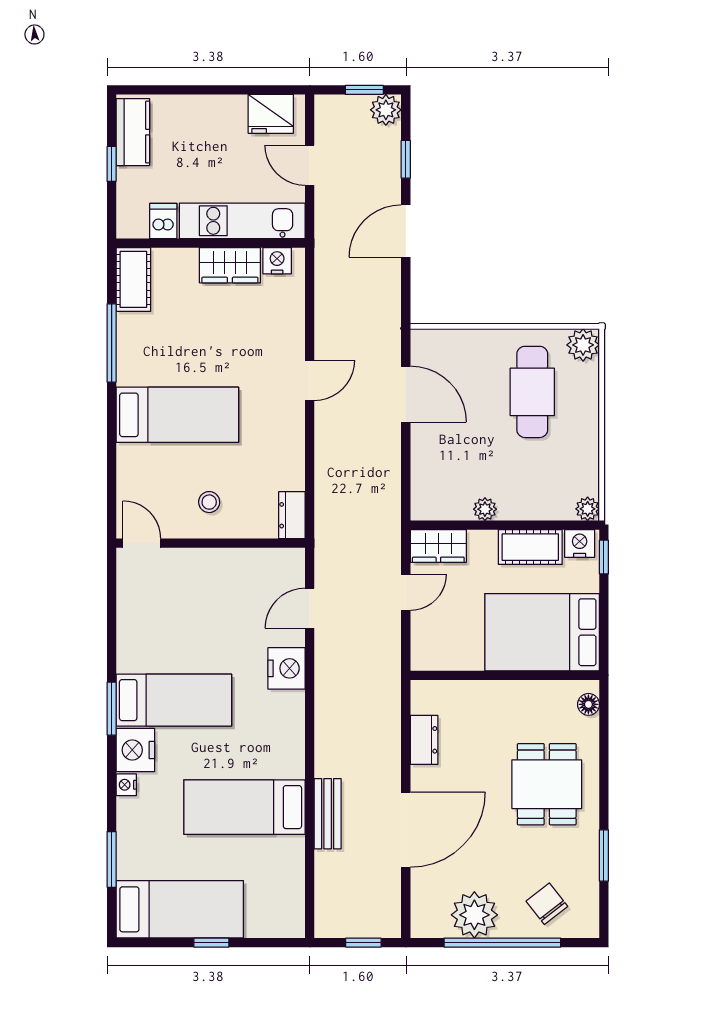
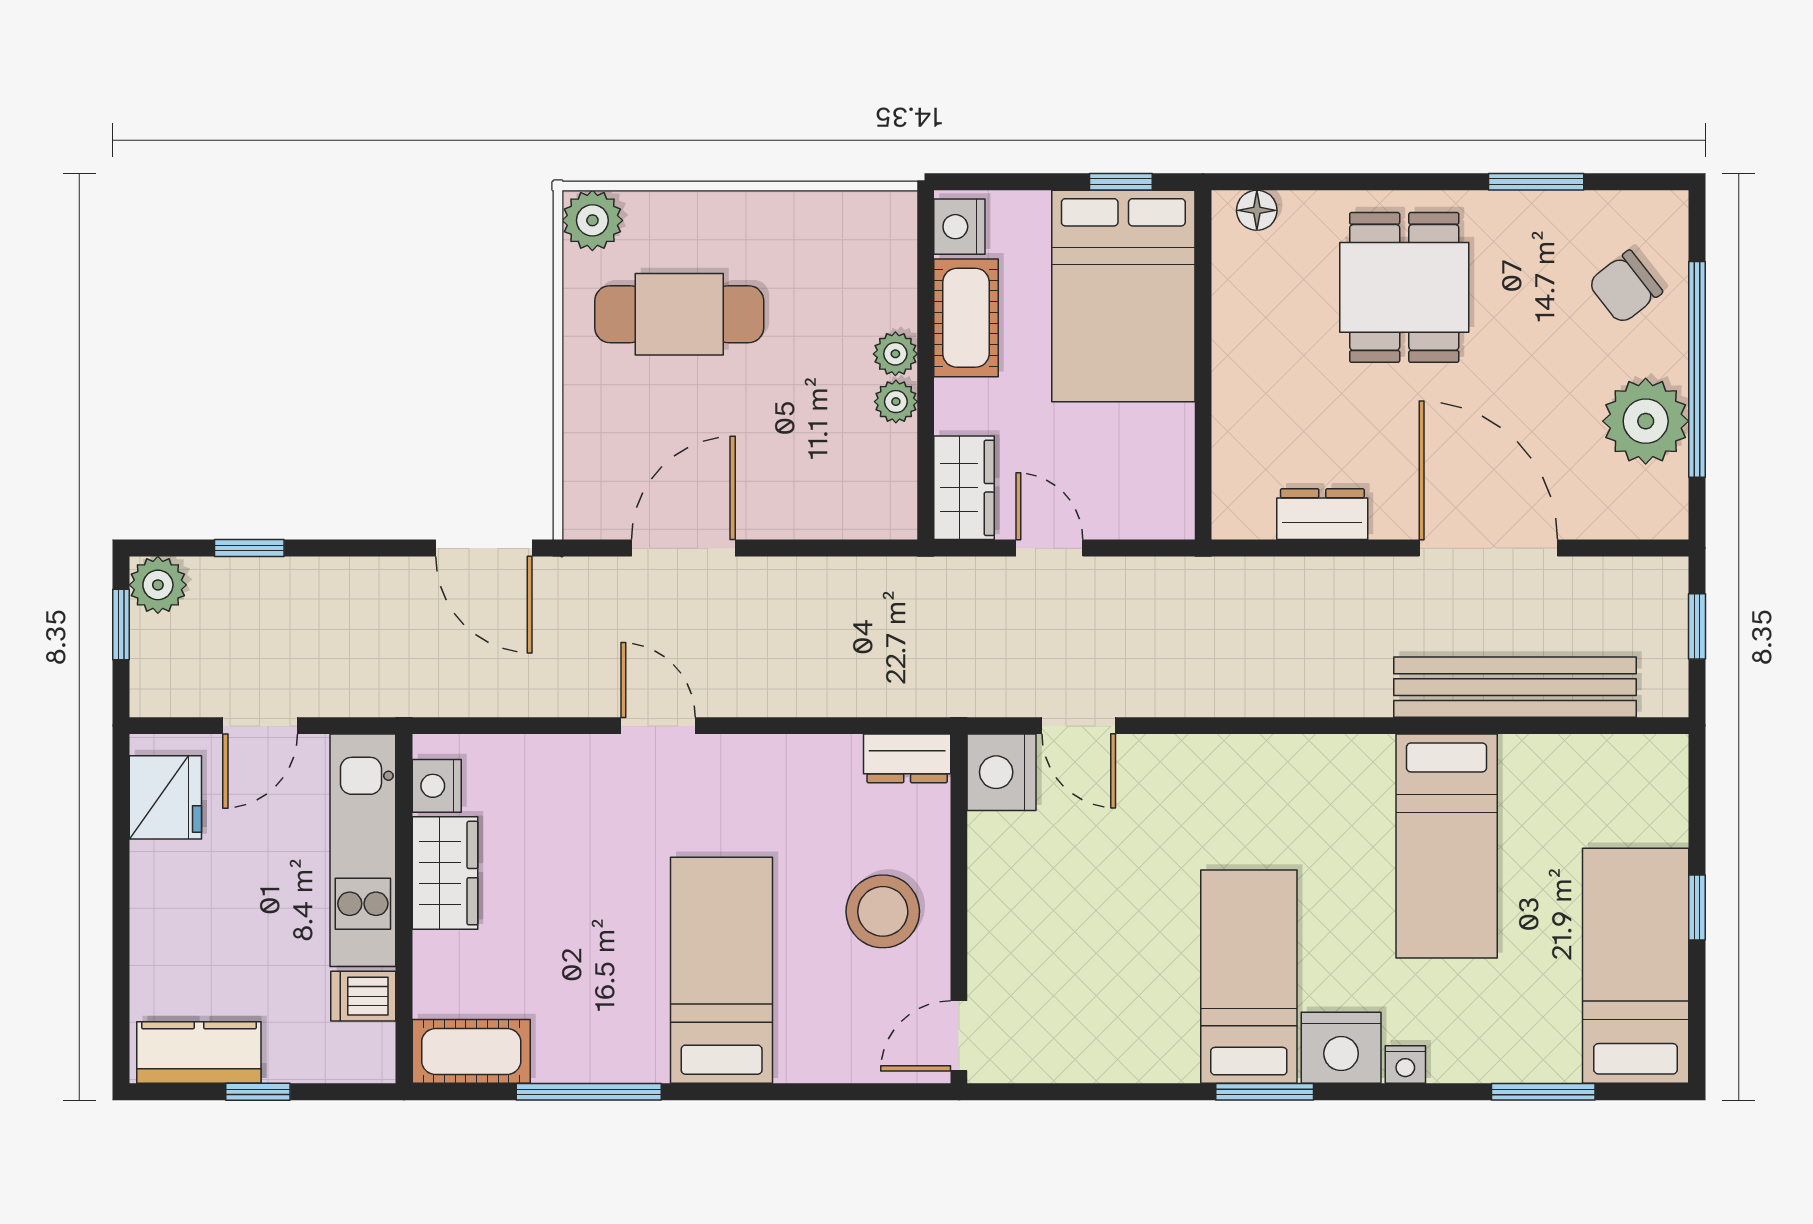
door: (406, 231) -> (484, 548), moved
stool: (209, 502) -> (883, 911), width x1.89, depth x1.89
plant: (588, 509) -> (895, 354), moved
window: (604, 557) -> (1121, 182), moved
nightstand: (287, 668) -> (1002, 772), moved, turned -90
dining table: (547, 784) -> (1404, 287), turned 90
bench: (328, 814) -> (1515, 687), width x1.86, depth x1.21

